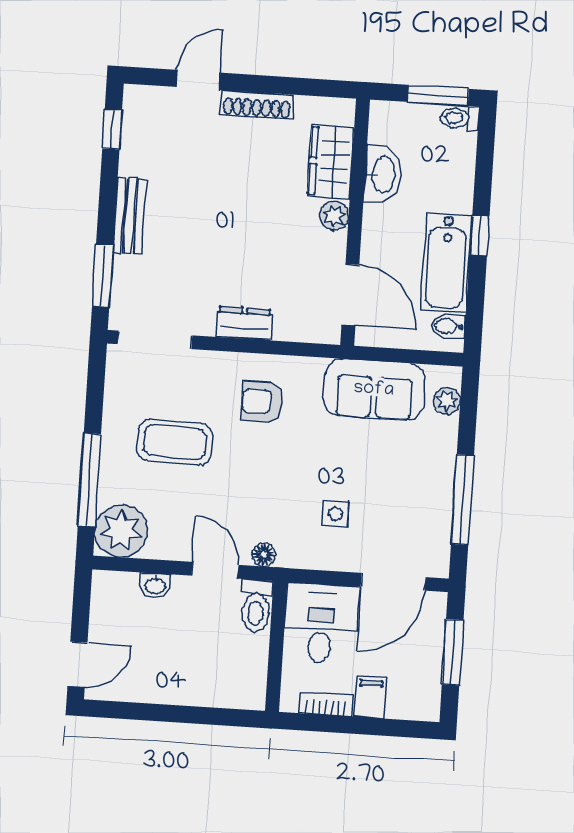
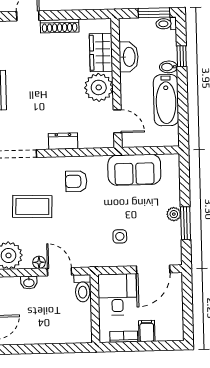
plant: (334, 216) -> (99, 87), width x1.87, depth x1.87
window: (480, 235) -> (182, 56), moved
door: (350, 295) -> (117, 121), width x0.73
bidet: (448, 326) -> (168, 67), moved
plant: (447, 401) -> (174, 214), moved
window: (462, 500) -> (186, 223), width x0.69
floor lamp: (264, 555) -> (39, 262), moved
window: (453, 652) -> (188, 303), removed

